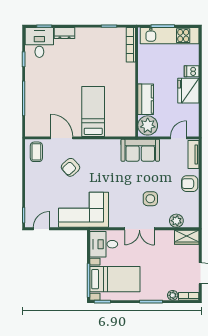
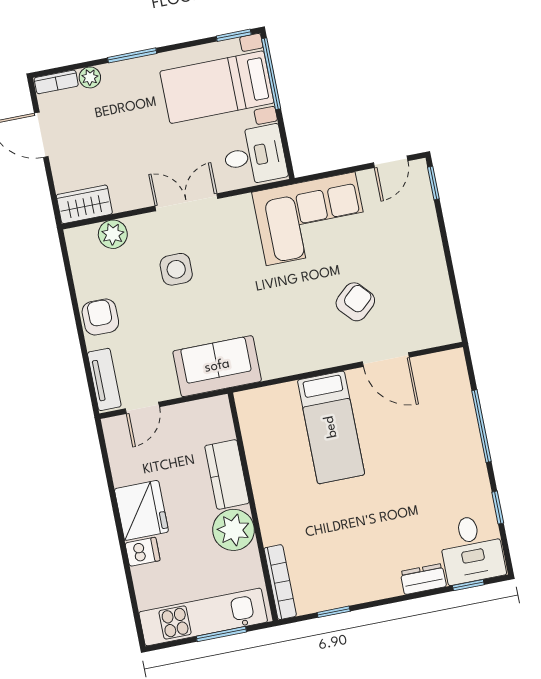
plant: (148, 125) -> (233, 530), moved
coffee table: (36, 152) -> (433, 320), removed
armchair: (190, 184) -> (100, 317), turned -90

